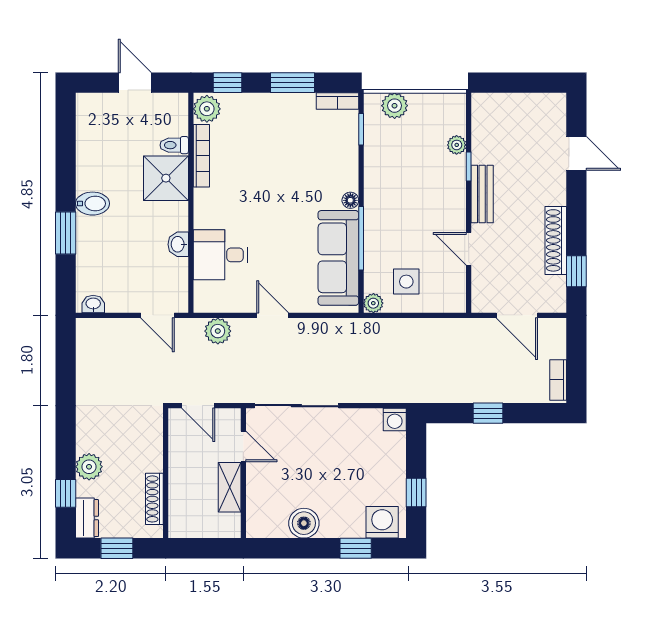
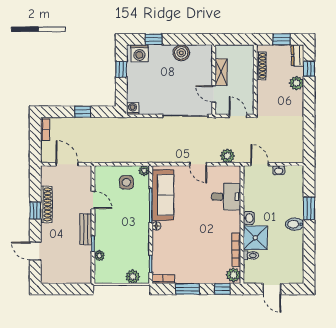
washbasin: (178, 244) -> (249, 218), moved
window: (576, 271) -> (35, 211), moved
washbasin: (93, 304) -> (279, 170), moved

